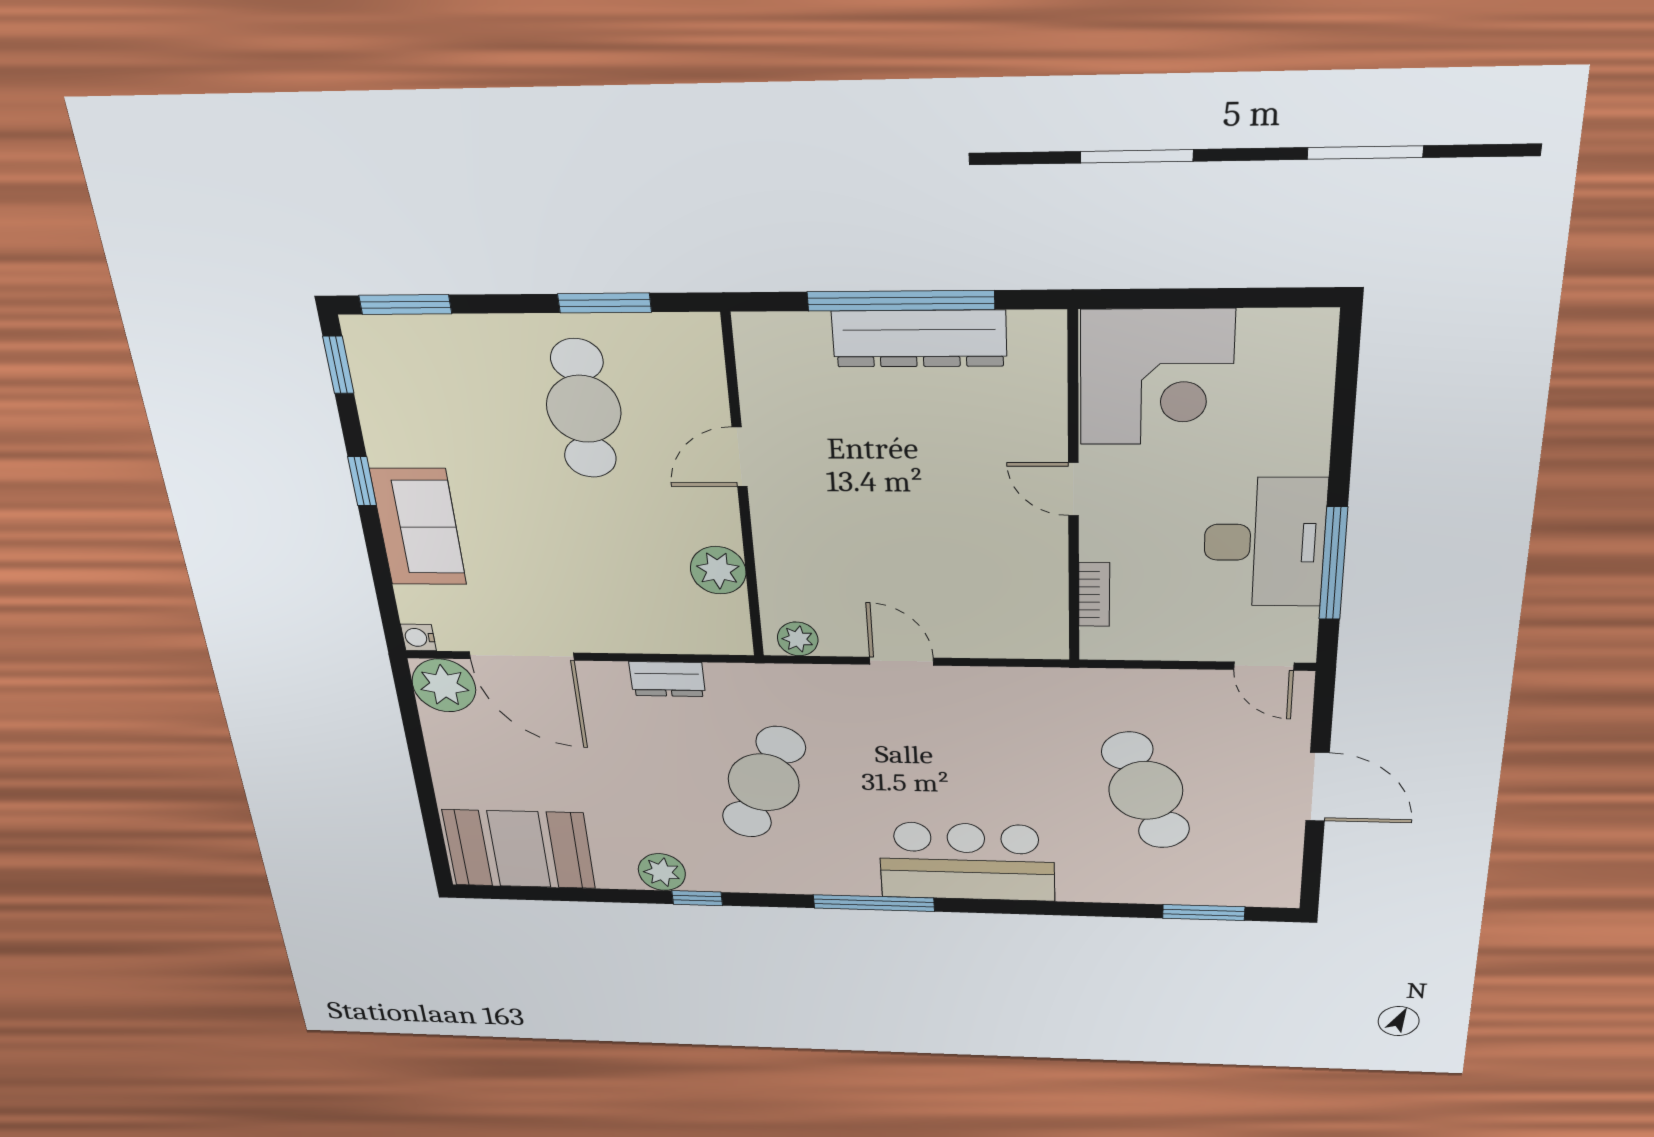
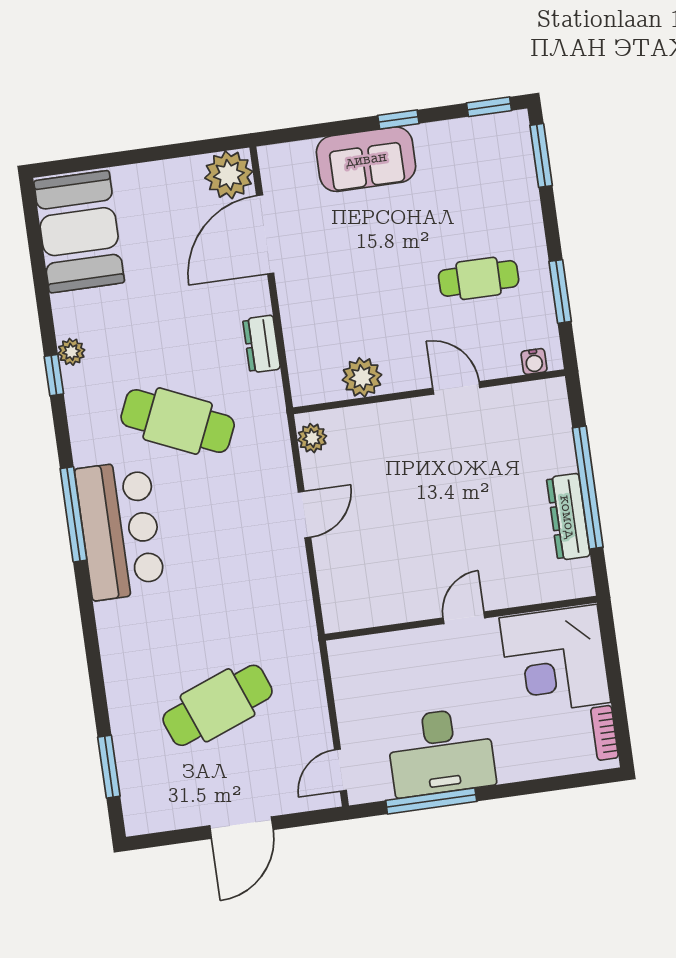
dresser: (919, 339) -> (568, 517), width x0.73, depth x0.80
cafe table: (584, 409) -> (479, 278), width x0.73, depth x0.74
bookcase: (1094, 594) -> (604, 733), moved, turned 90
water cooler: (418, 637) -> (534, 361), moved, turned 180
bar counter: (967, 862) -> (120, 530), moved
plant: (662, 872) -> (71, 352), width x0.73, depth x0.73

